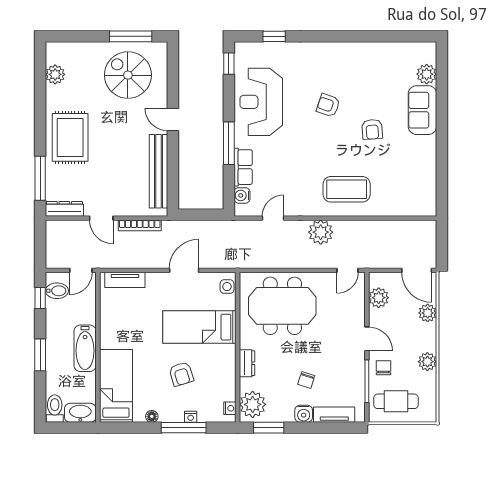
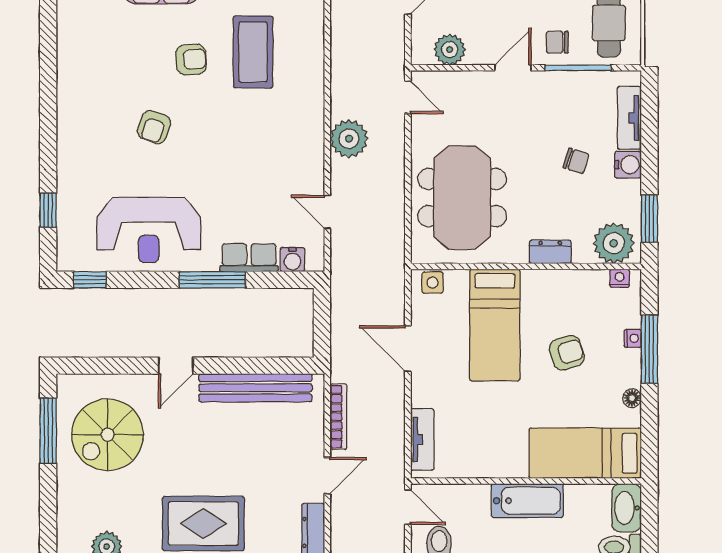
coffee table: (347, 189) -> (253, 52), moved

